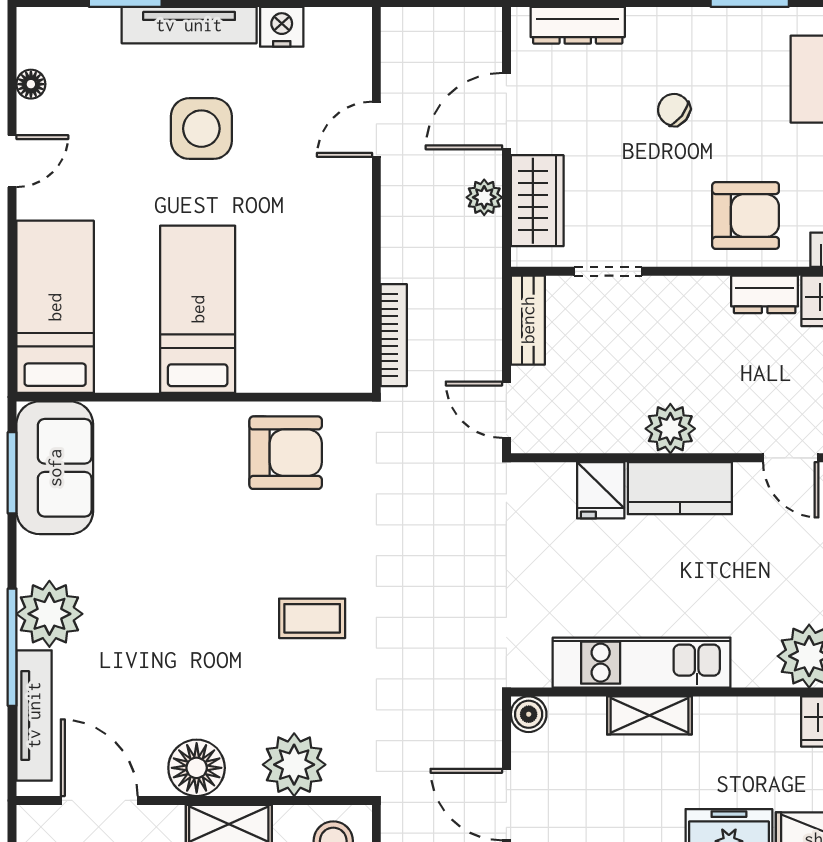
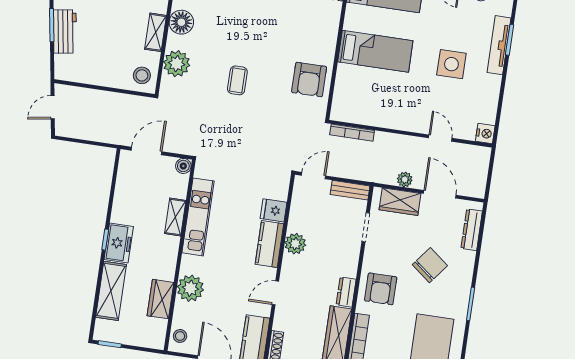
tv unit: (189, 25) -> (499, 45), moved
nightstand: (282, 27) -> (485, 133), moved
chair: (674, 110) -> (430, 265), width x1.87, depth x1.87

